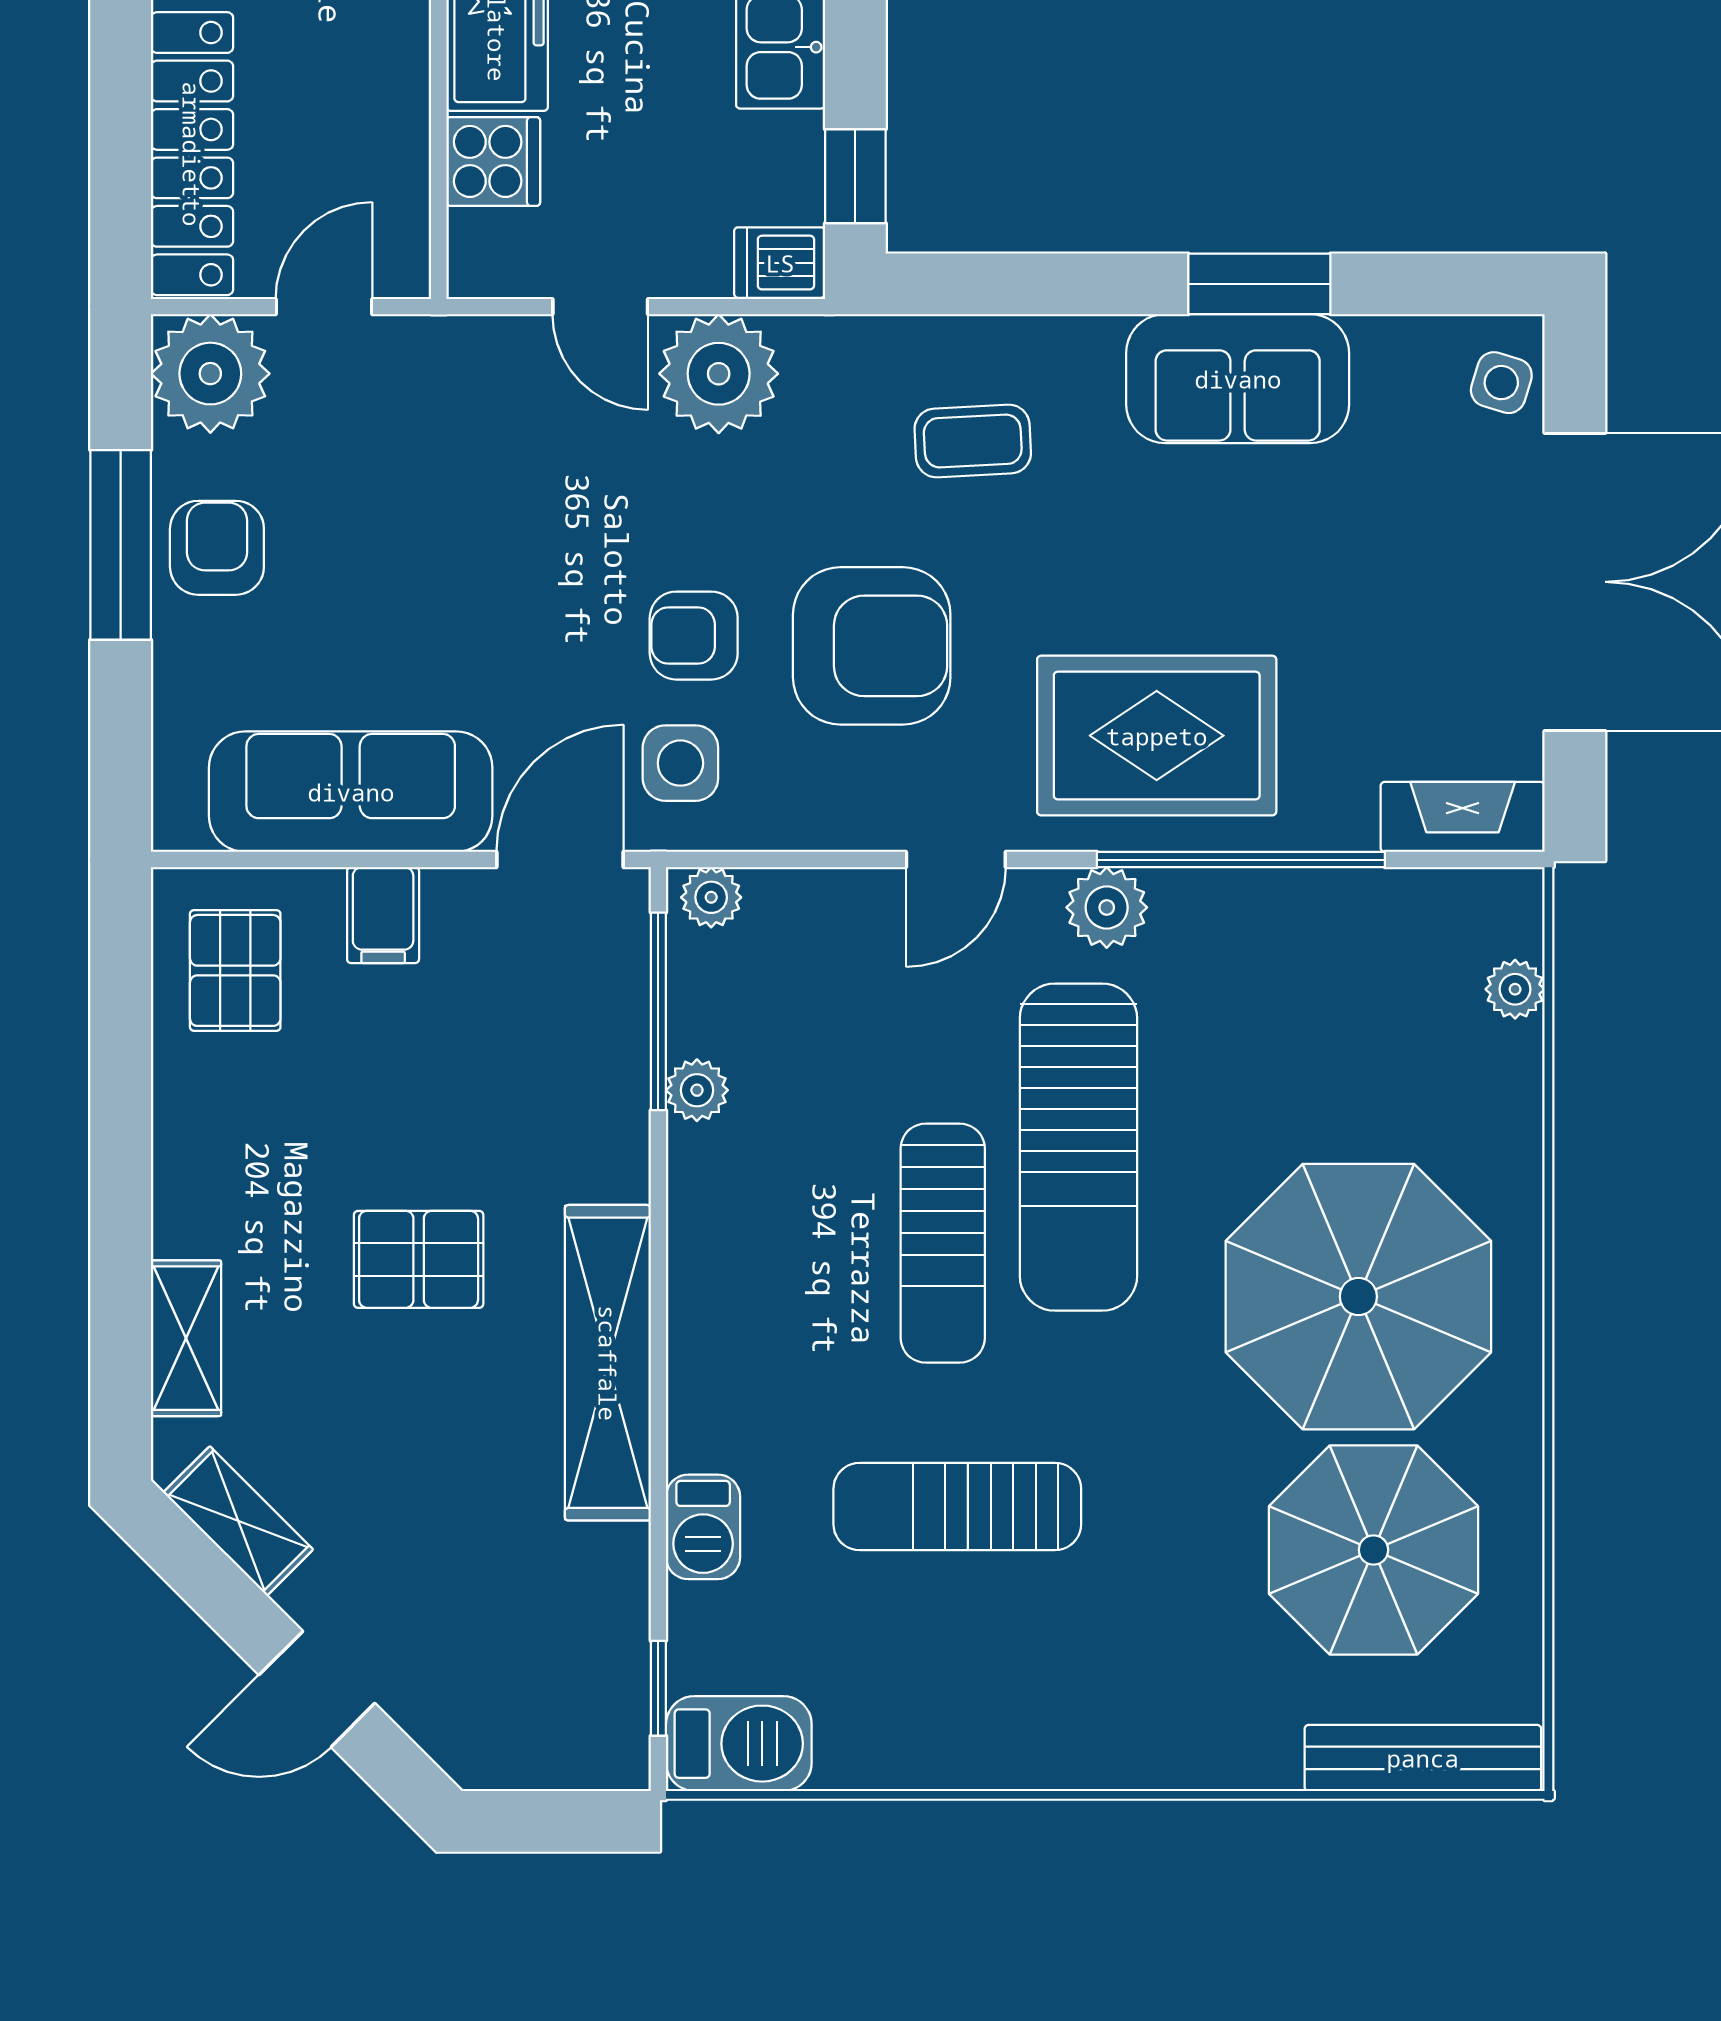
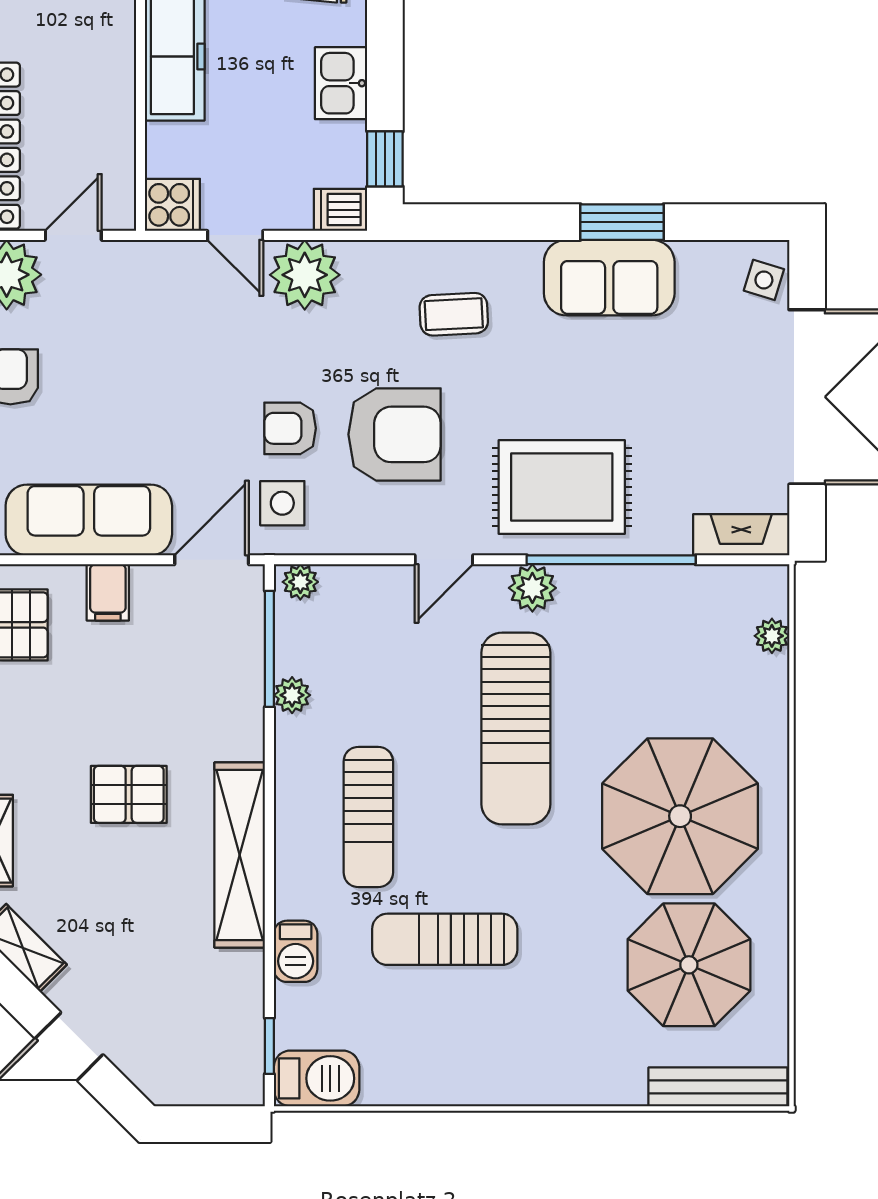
cooker: (493, 161) -> (172, 205), moved
sun lounger: (943, 1243) -> (368, 817), moved

